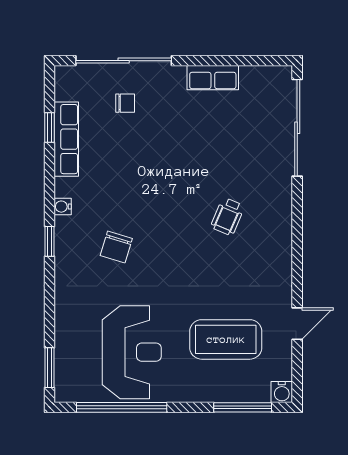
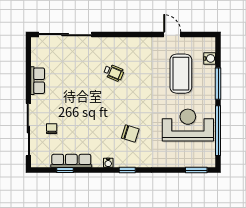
water cooler: (282, 392) -> (210, 58), moved
window: (243, 407) -> (218, 84), moved

